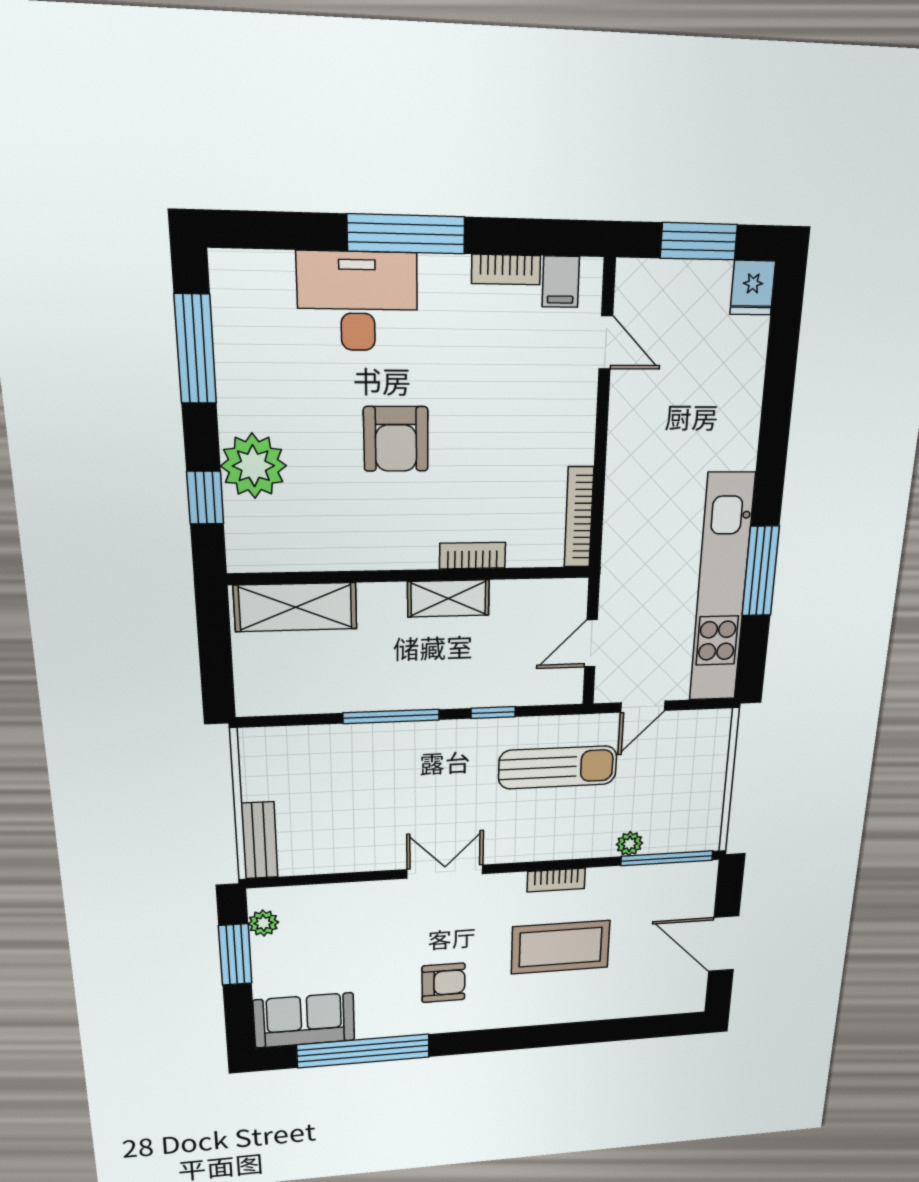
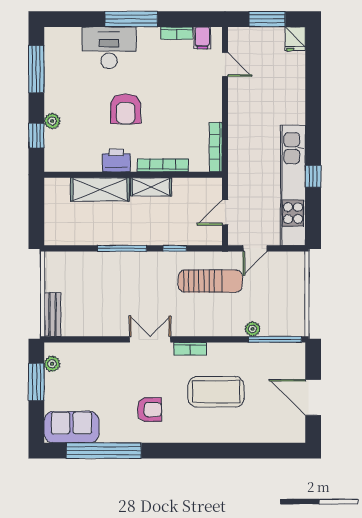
plant: (253, 466) -> (52, 121), width x0.53, depth x0.53
printer: (378, 547) -> (116, 160), added
bookcase: (473, 556) -> (163, 165), width x1.56
window: (761, 571) -> (313, 176), width x0.46
shelving: (296, 607) -> (100, 189), moved
bookcase: (556, 880) -> (190, 349), moved

